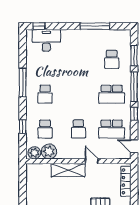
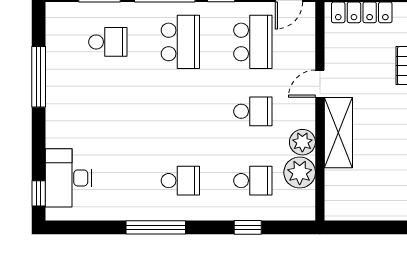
plant: (34, 153) -> (302, 142), moved

